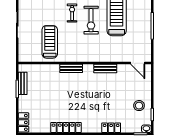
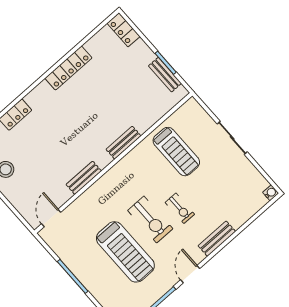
exercise bike: (91, 20) -> (150, 220), turned 180
door: (138, 63) -> (51, 218), hinge flipped

